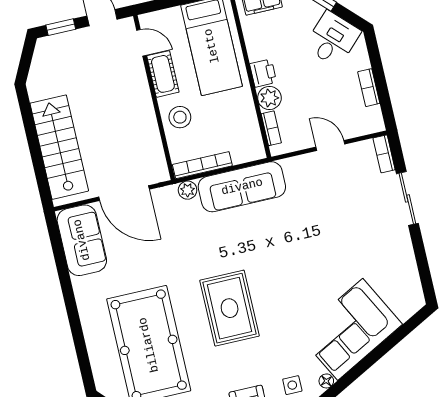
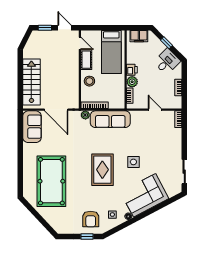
sliding door: (407, 198) -> (184, 172), moved
side table: (311, 265) -> (133, 162), added
rug: (230, 308) -> (102, 170), moved

